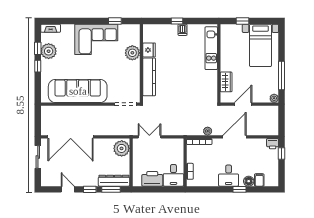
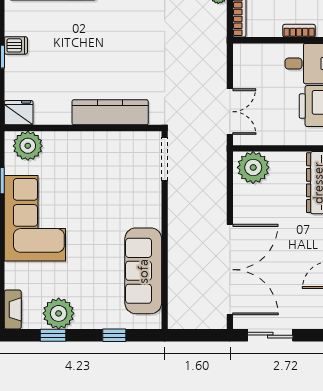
fridge: (149, 50) -> (19, 113), moved
plant: (132, 53) -> (28, 146), moved
window: (38, 66) -> (114, 335), moved
sofa: (78, 91) -> (143, 271), width x0.74, depth x0.79
double door: (149, 137) -> (230, 112), swing flipped

